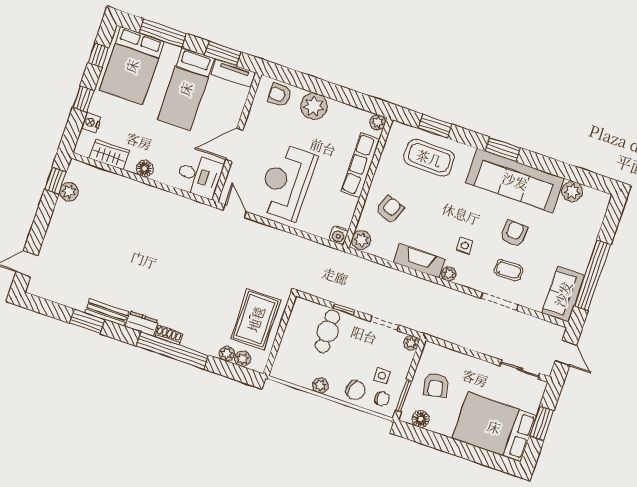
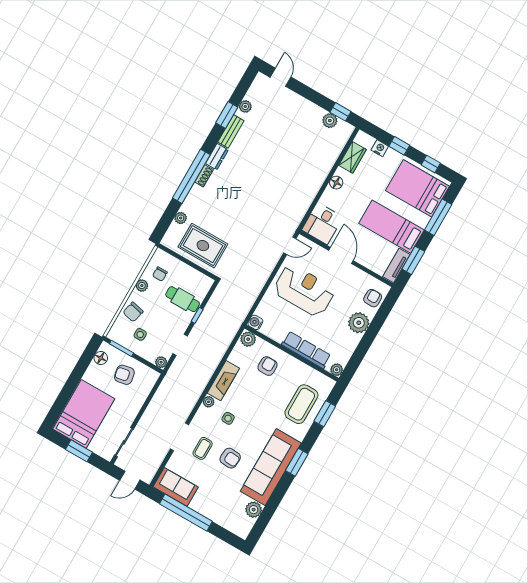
armchair: (390, 209) -> (268, 366), turned -110
plant: (243, 359) -> (245, 106), moved
chair: (382, 399) -> (160, 274), moved

